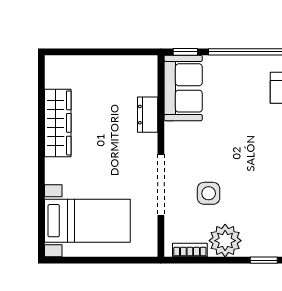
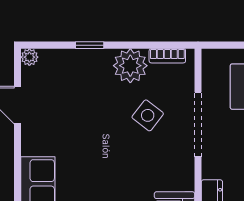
side table: (209, 193) -> (148, 115), turned 38

